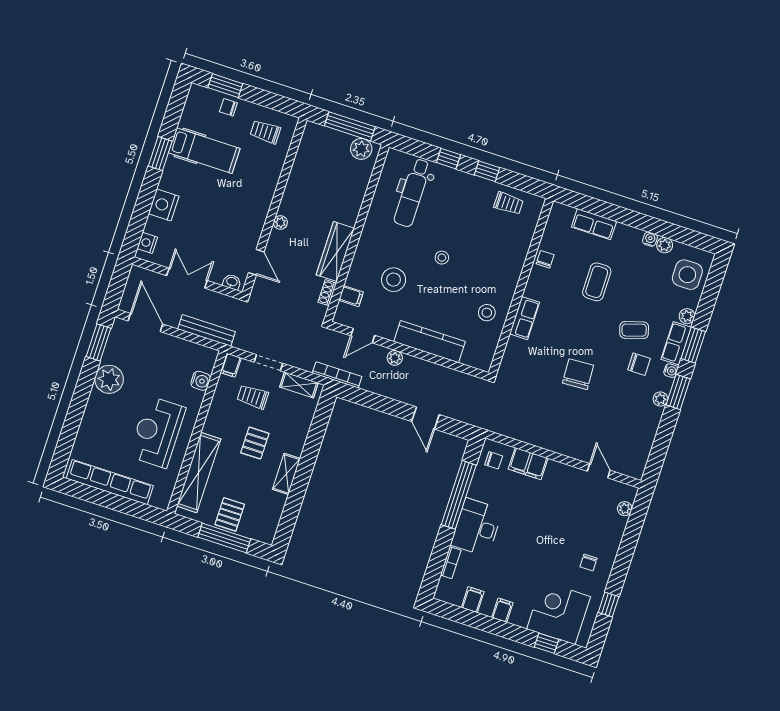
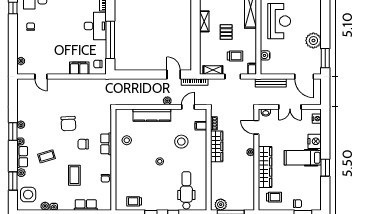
hospital bed: (204, 151) -> (303, 158), moved
wardrobe: (264, 189) -> (265, 167), added
window: (693, 345) -> (13, 181), moved
chair: (639, 364) -> (83, 144), moved
door: (425, 418) -> (174, 74), moved

